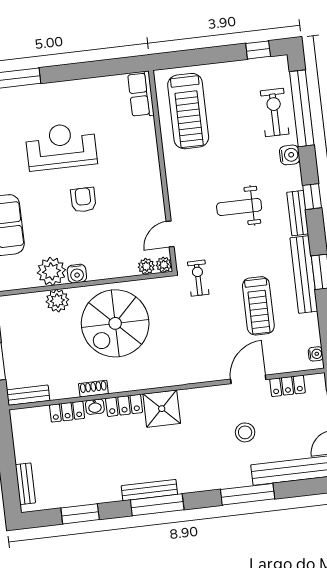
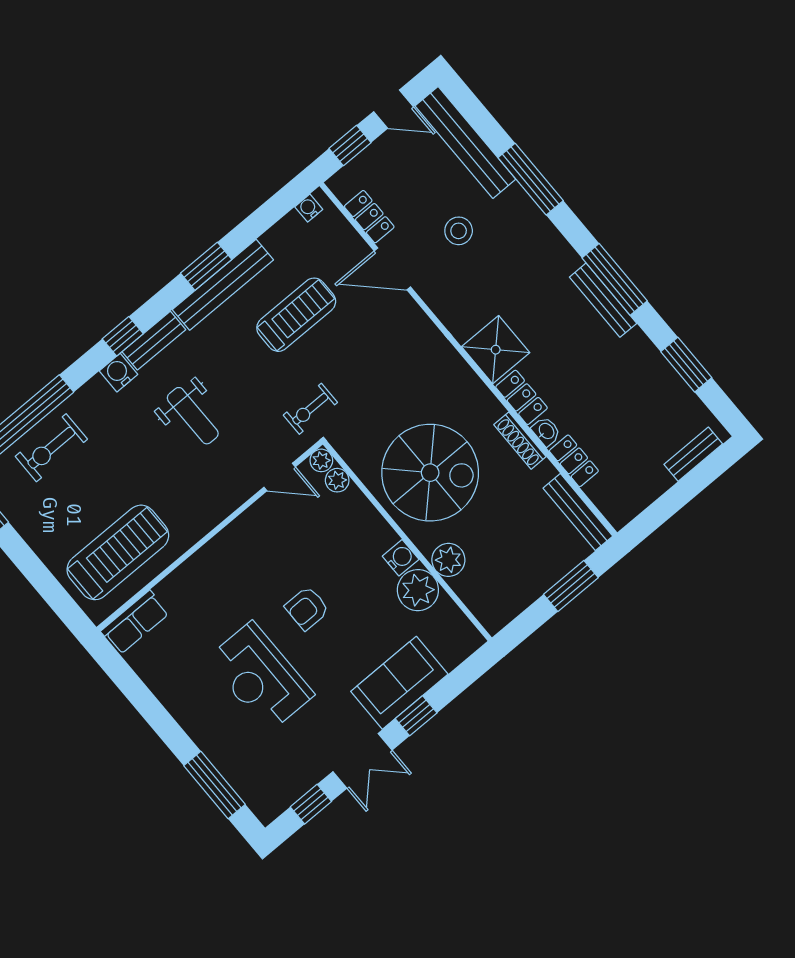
water cooler: (290, 155) -> (118, 373), moved
shoe rack: (93, 389) -> (520, 441), width x1.43
bench: (28, 395) -> (578, 512), width x1.36

